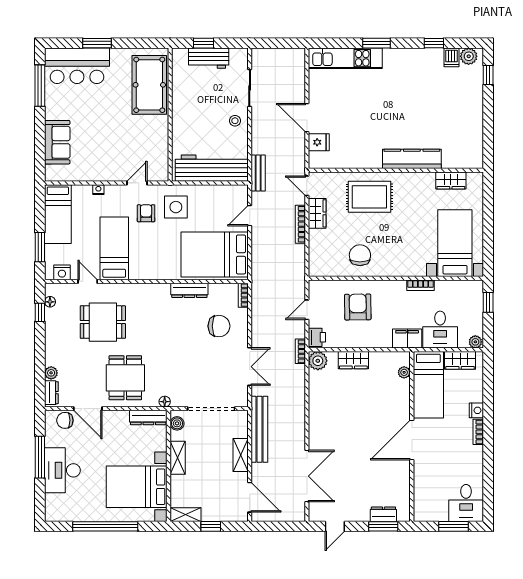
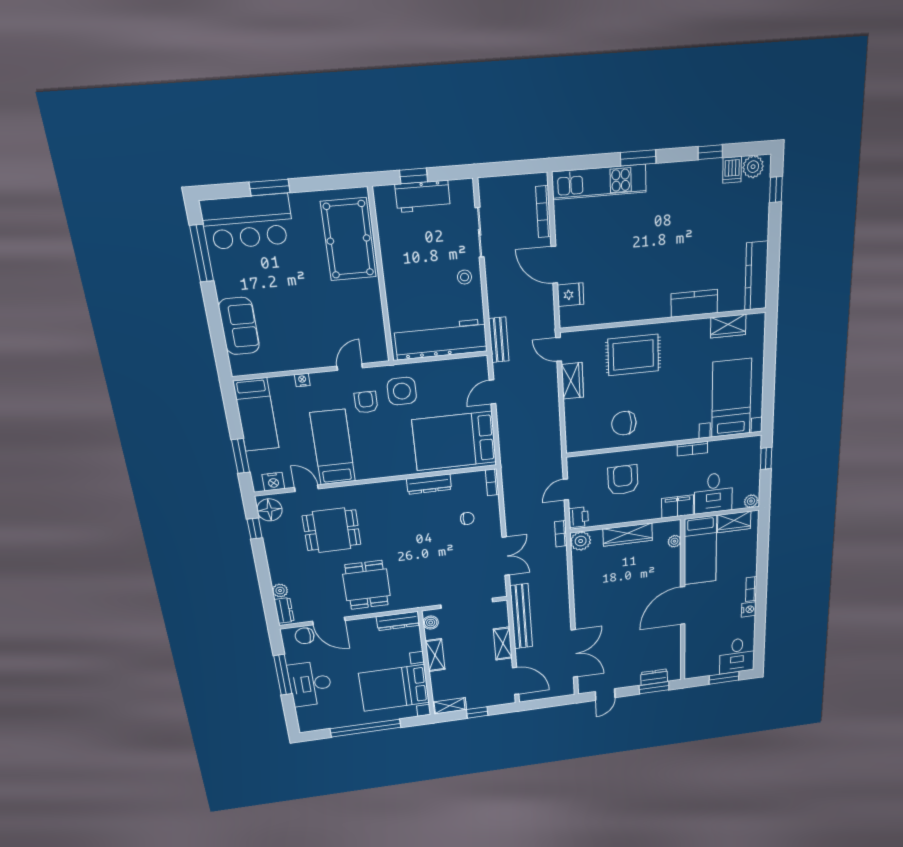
kitchen counter: (474, 141) -> (757, 276), added
kitchen counter: (412, 159) -> (694, 303), width x0.67
bookcase: (300, 224) -> (543, 212), moved
chair: (360, 255) -> (624, 423), turned -90
floor lamp: (50, 302) -> (270, 510), width x1.89, depth x1.89
chair: (219, 326) -> (467, 518), width x0.54, depth x0.54
wardrobe: (353, 360) -> (628, 535), width x1.50
floor lamp: (165, 402) -> (414, 603), removed
nightstand: (476, 410) -> (749, 609), moved

